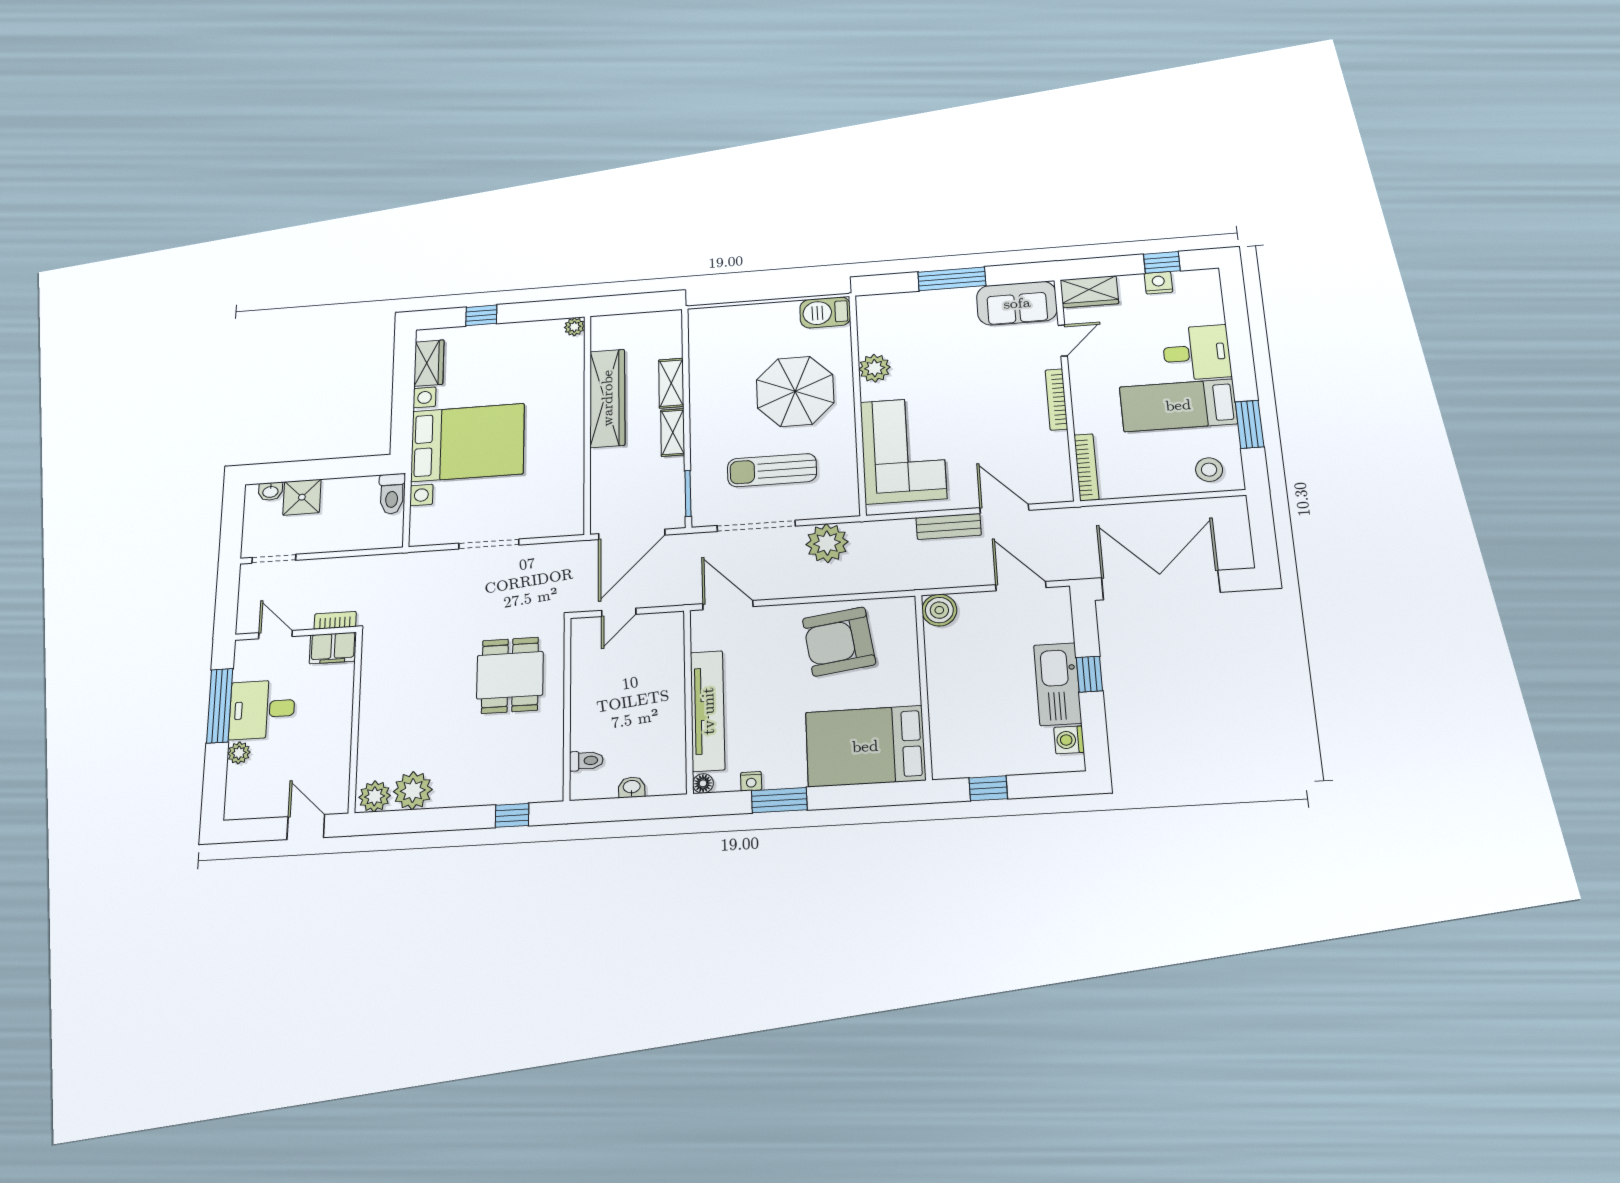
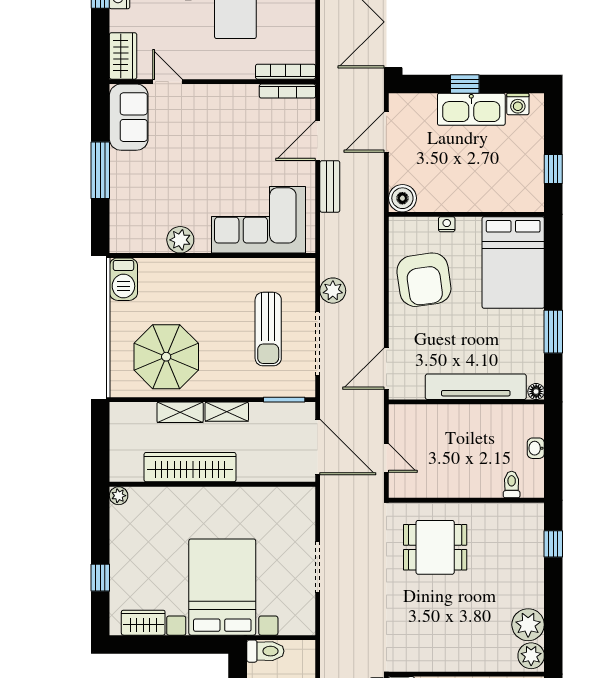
parasol: (795, 391) -> (166, 357), moved
bookcase: (1056, 399) -> (287, 91), moved
plant: (827, 543) -> (333, 291), width x0.73, depth x0.73
nightstand: (751, 781) -> (447, 224), moved, turned -90

